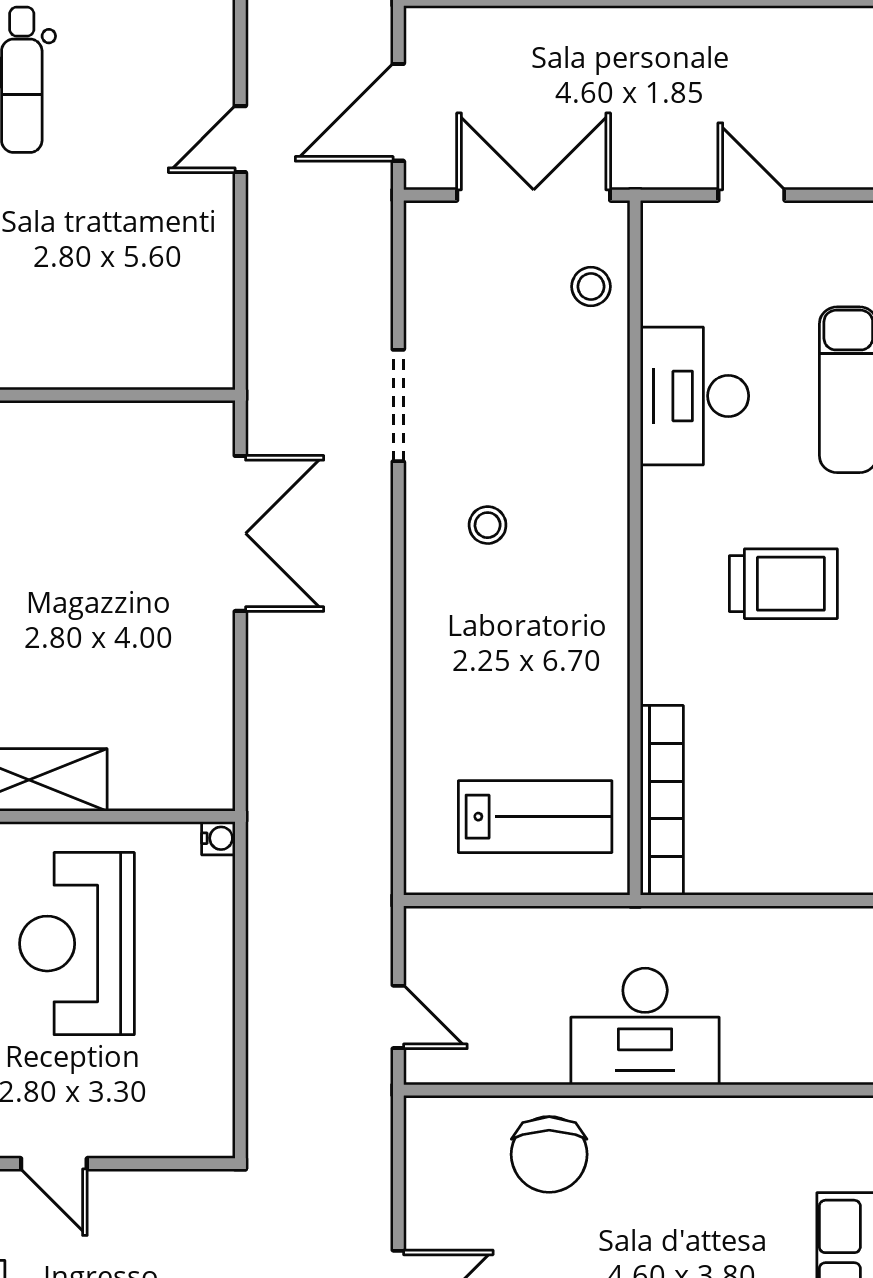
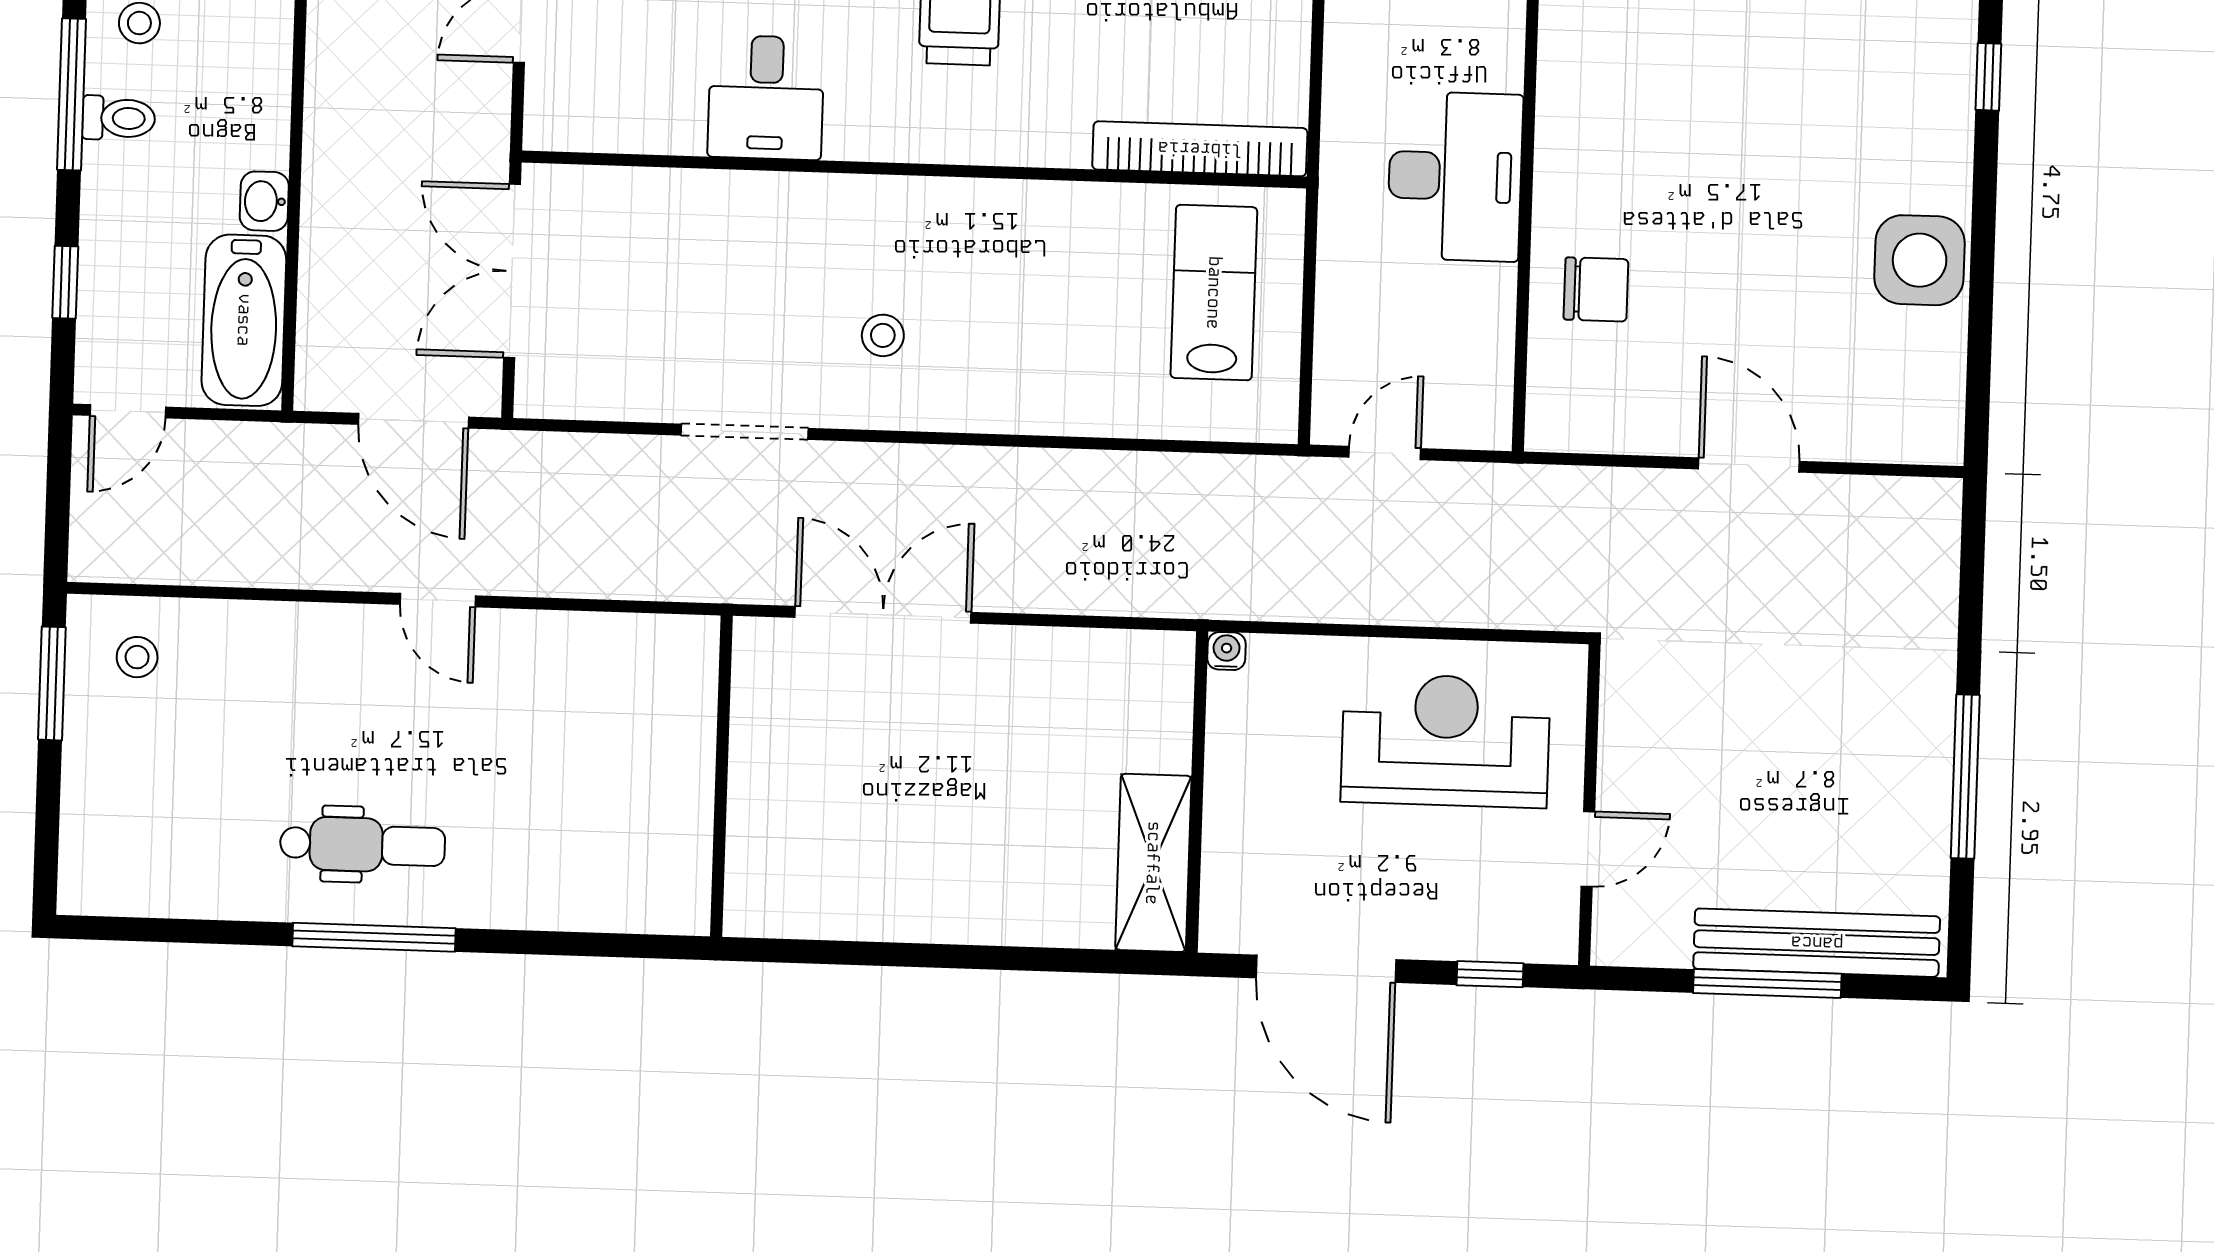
stool: (591, 287) -> (617, 210), removed
desk: (695, 396) -> (766, 97), width x0.73
reception desk: (77, 944) -> (1445, 741), moved, turned 180
door: (398, 1017) -> (1385, 453), moved
chair: (549, 1154) -> (1596, 289), width x0.73, depth x0.73

